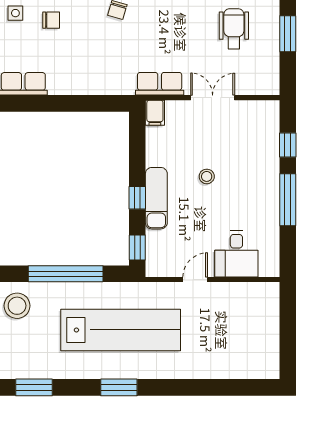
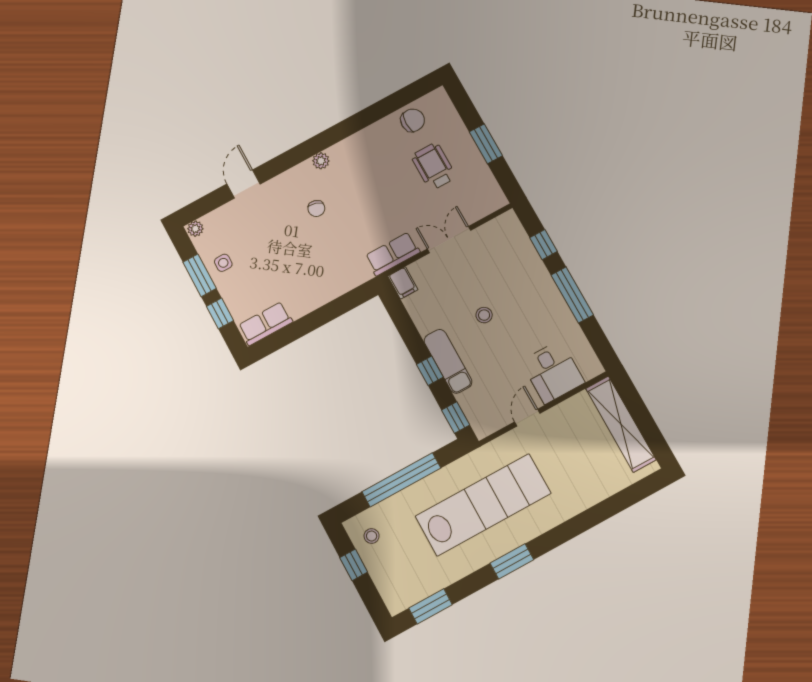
chair: (51, 20) -> (260, 251), removed
stool: (17, 306) -> (372, 536), width x0.53, depth x0.53
shelving: (267, 326) -> (621, 424), added

